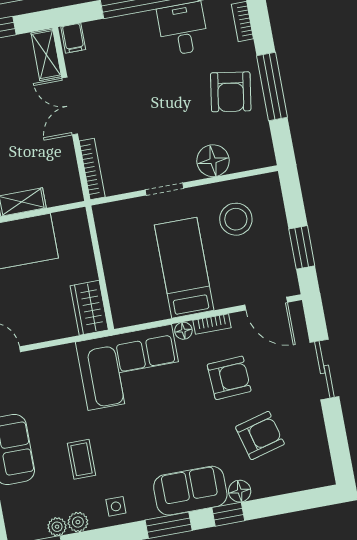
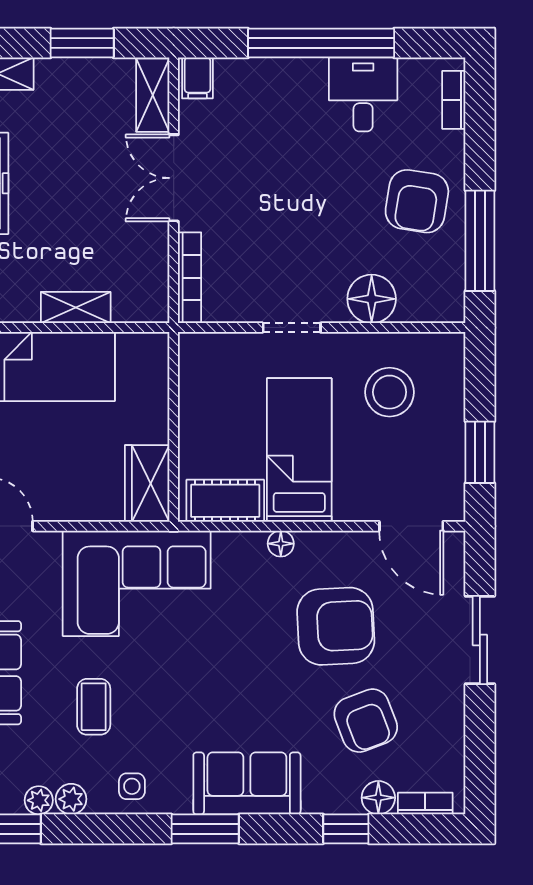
window: (272, 87) -> (480, 241), moved
cot: (142, 310) -> (225, 501), added
bookcase: (212, 324) -> (425, 803), moved, turned 180
corner sofa: (130, 367) -> (137, 583), moved
armchair: (229, 378) -> (336, 626), width x1.36, depth x1.36
armchair: (260, 436) -> (366, 721), turned 84
floor lamp: (240, 491) -> (378, 798), moved
window: (228, 514) -> (346, 829), moved

